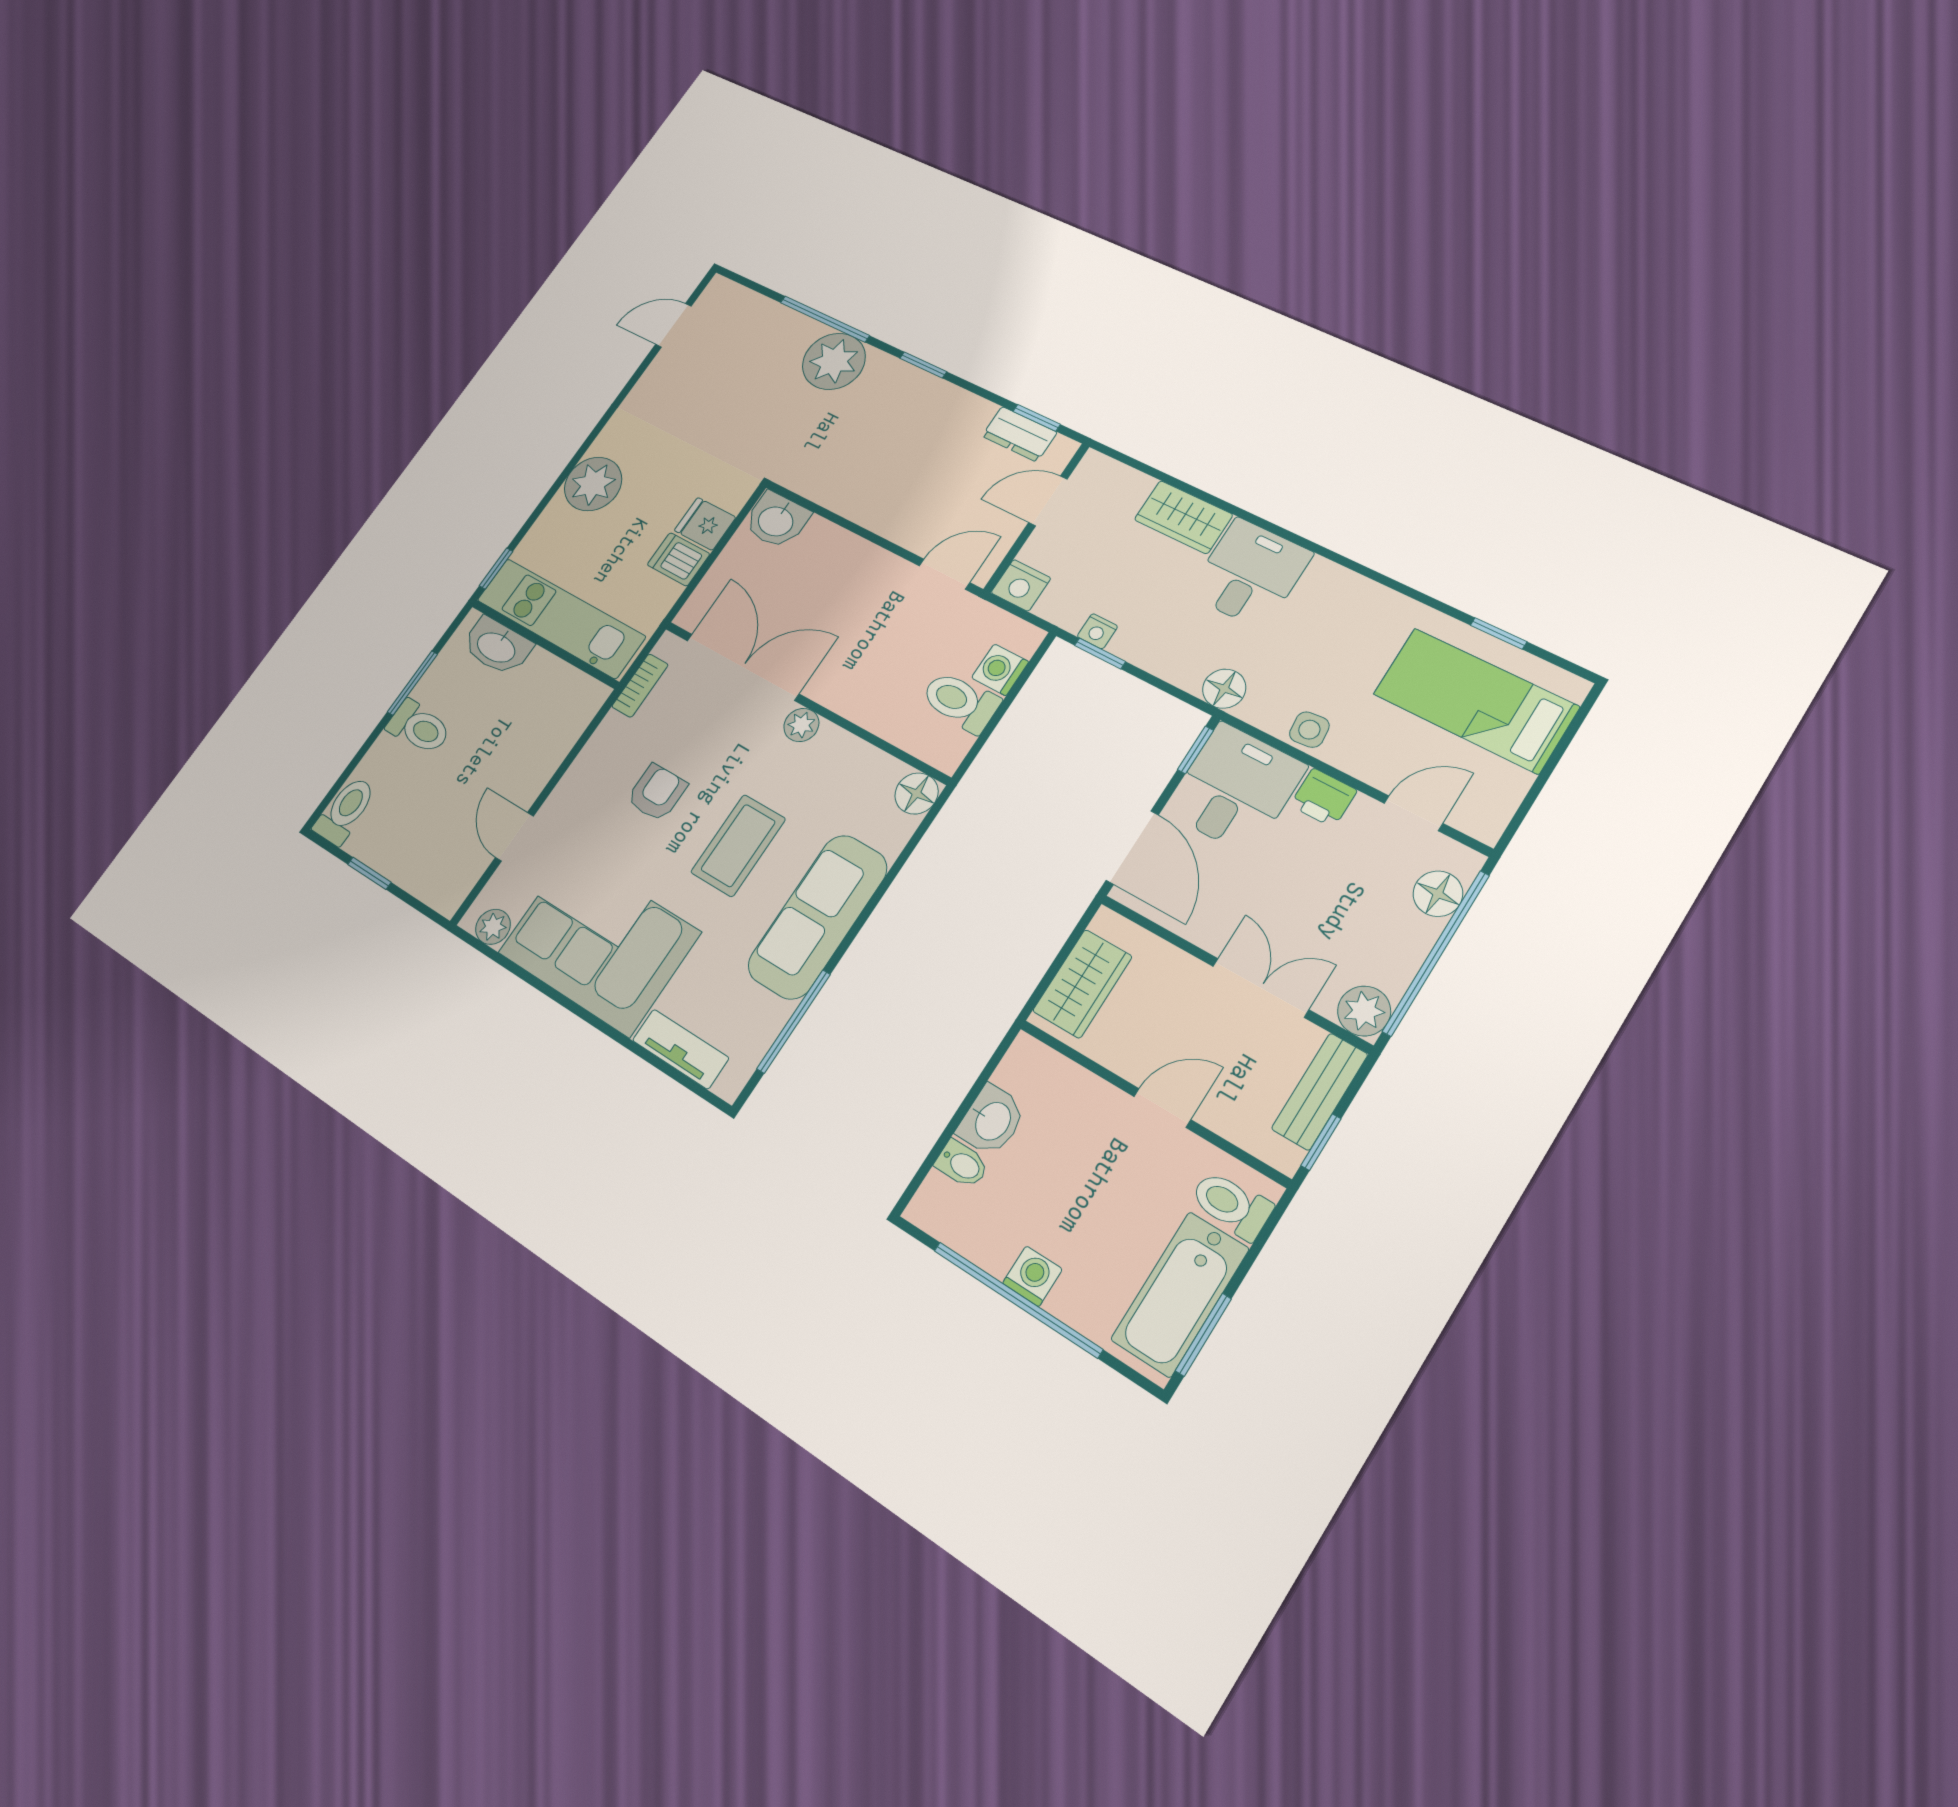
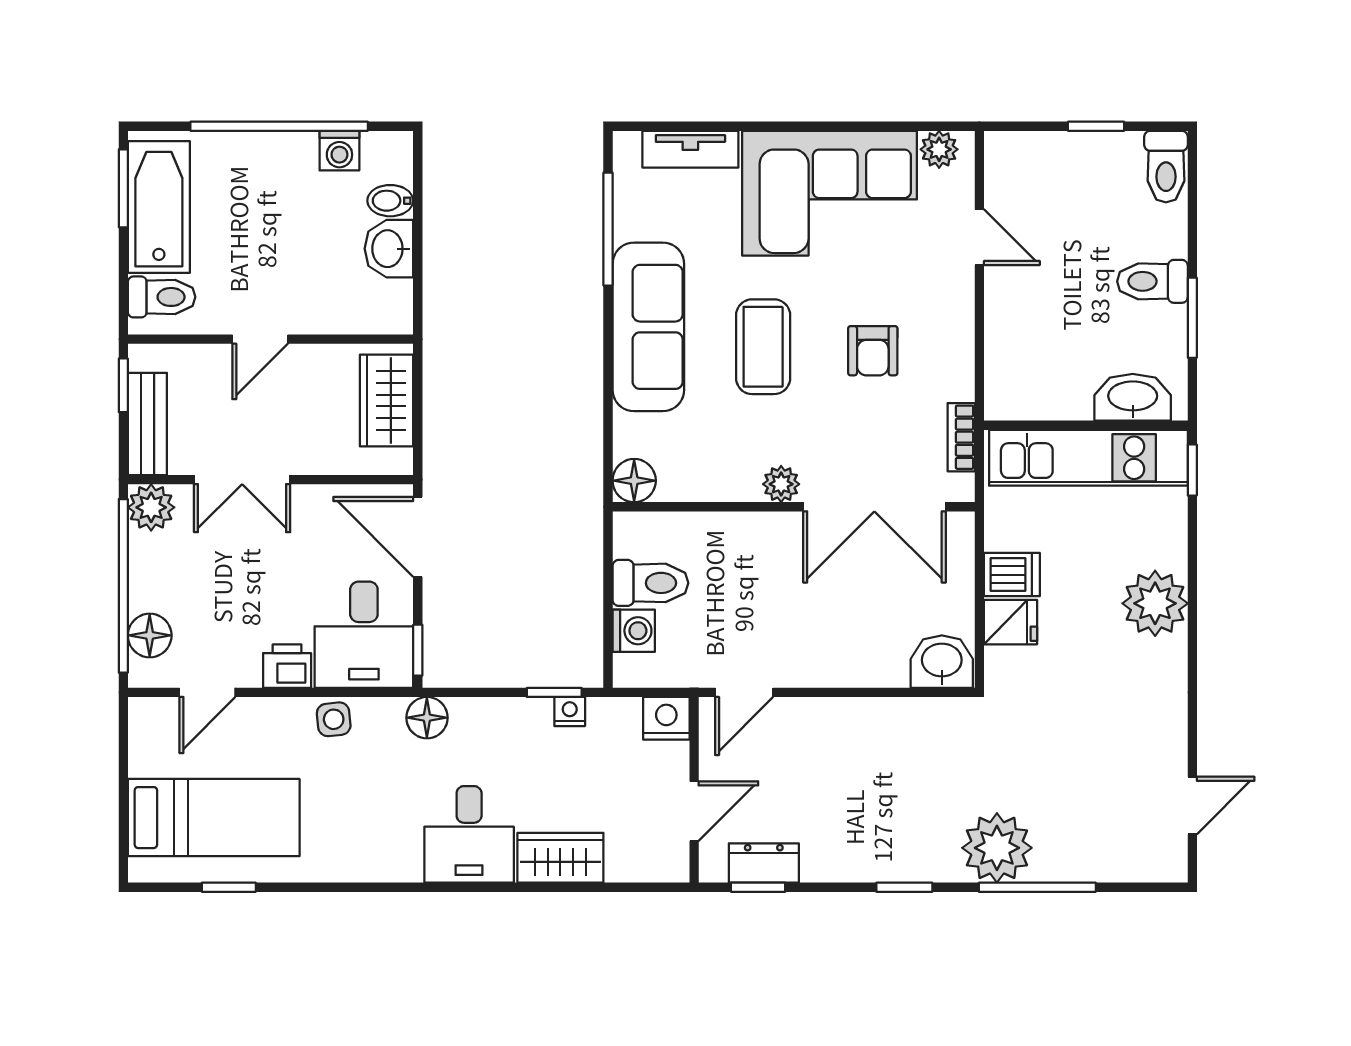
washing machine: (1032, 1276) -> (339, 151), moved

